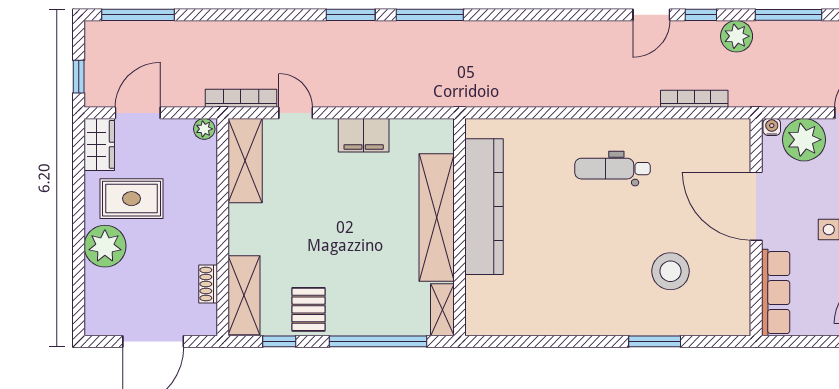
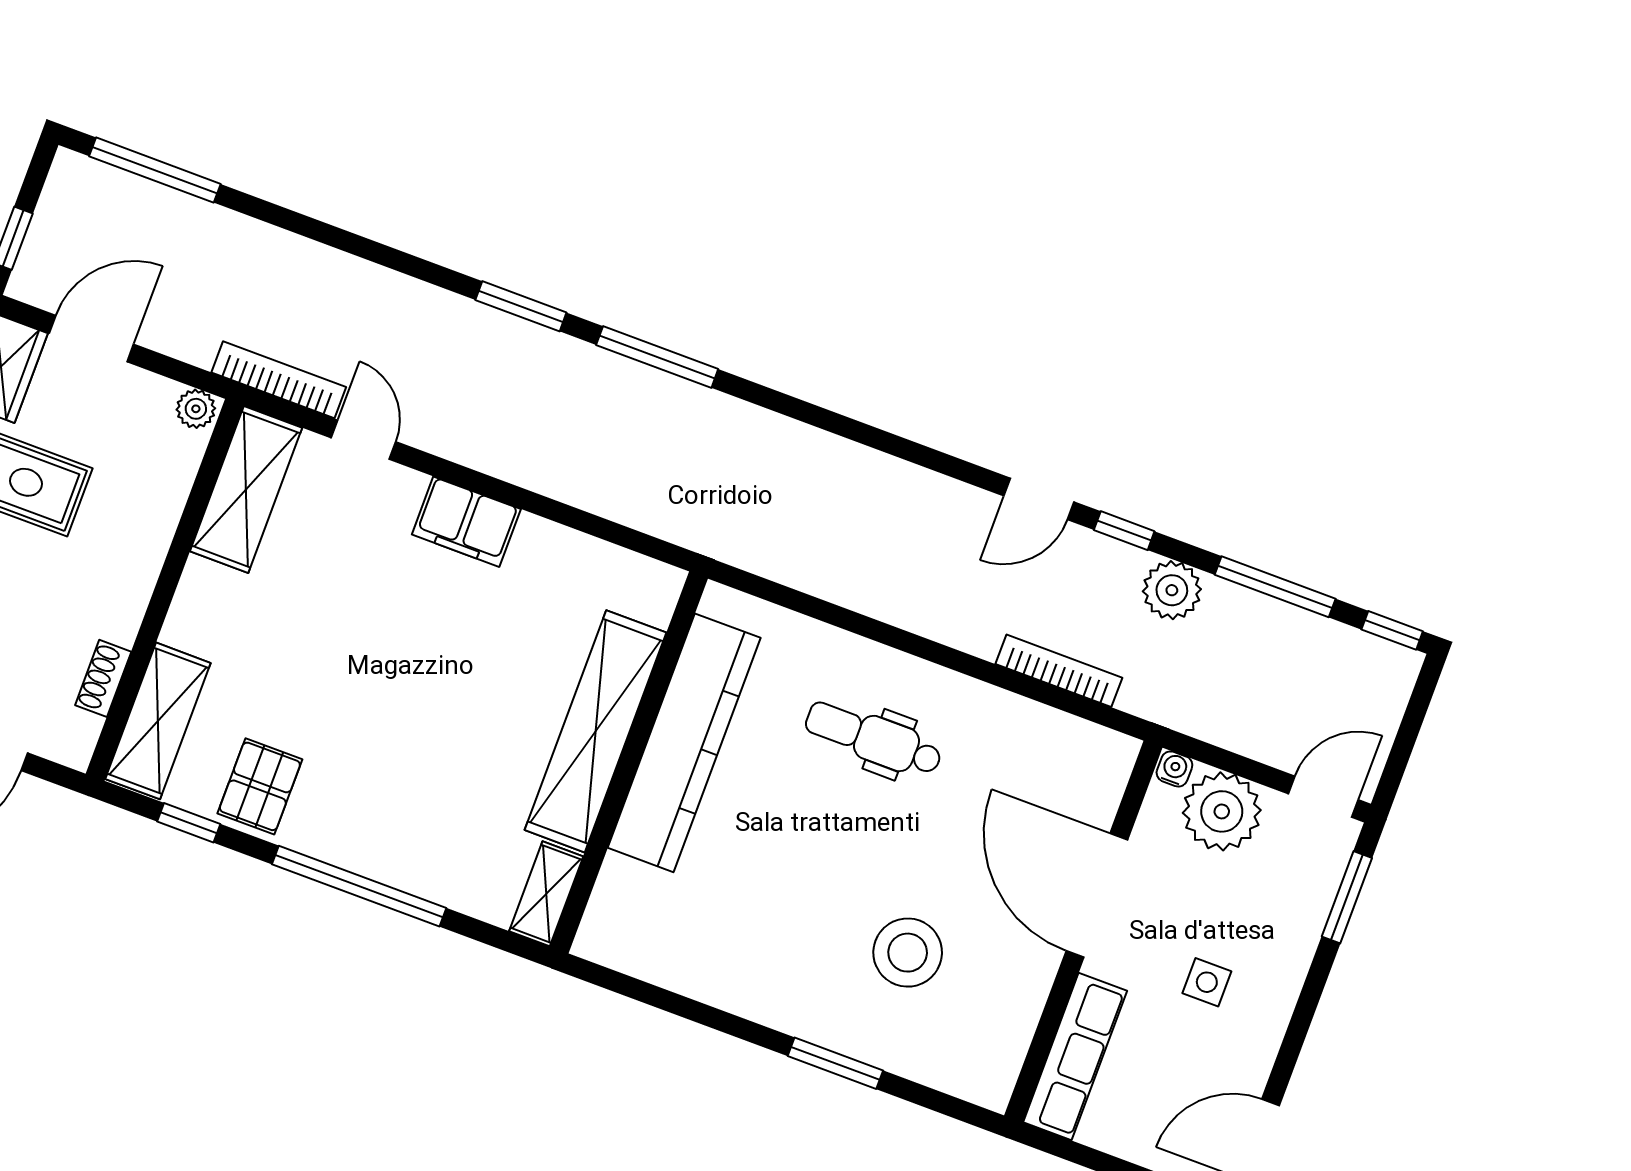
kitchen counter: (484, 207) -> (684, 743), moved
shelving: (437, 218) -> (596, 731), moved
wall: (460, 227) -> (629, 762), moved
shelving: (442, 310) -> (546, 894), moved

